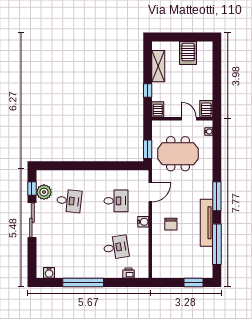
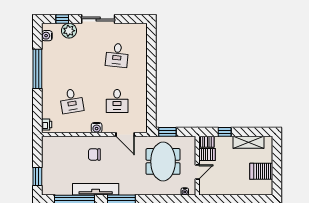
server rack: (206, 109) -> (207, 154), moved
window: (32, 188) -> (62, 19), moved
plant: (44, 192) -> (69, 31), moved
printer: (129, 273) -> (47, 125), moved

